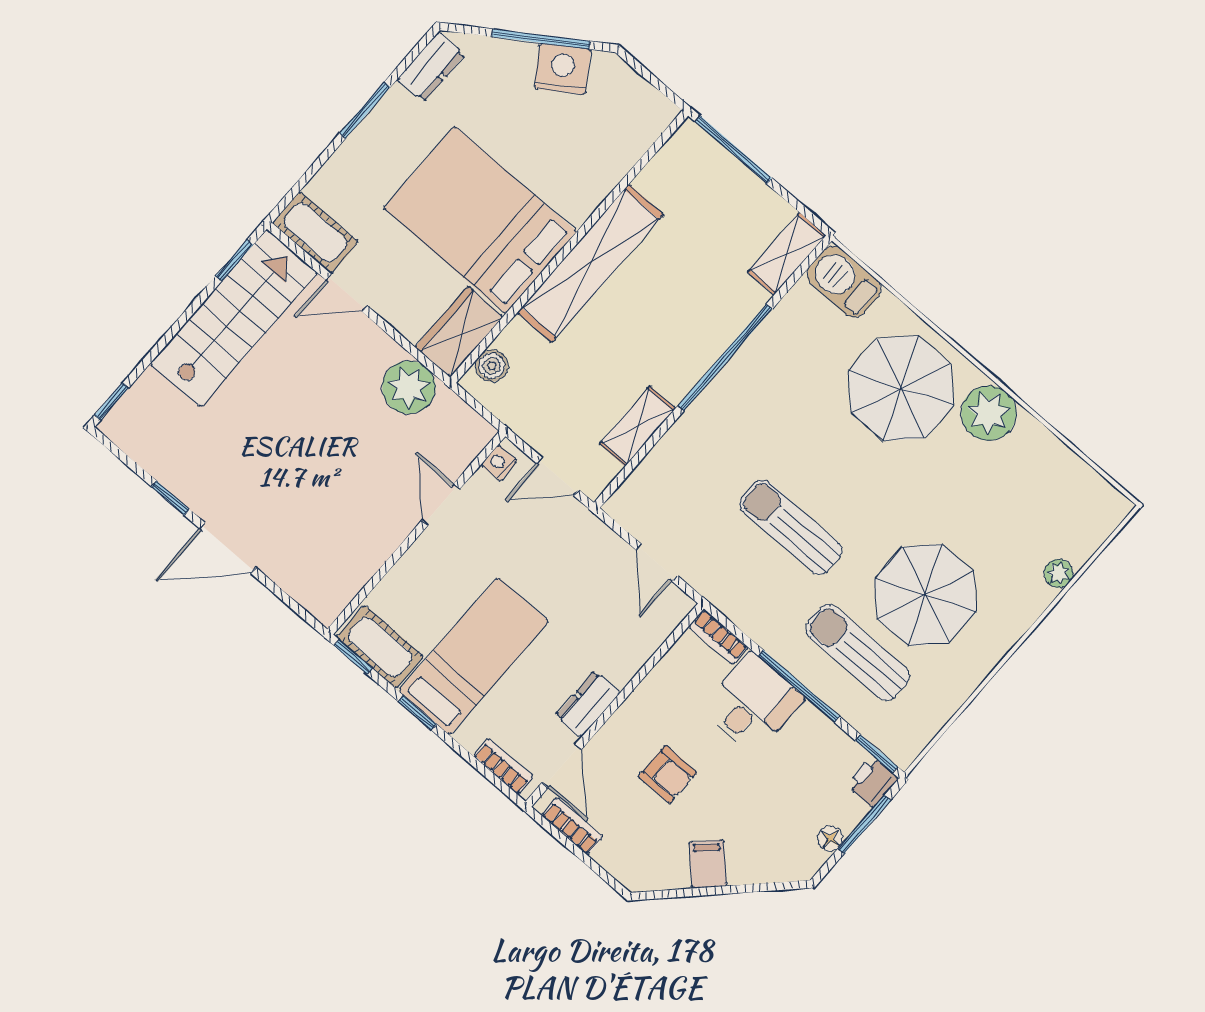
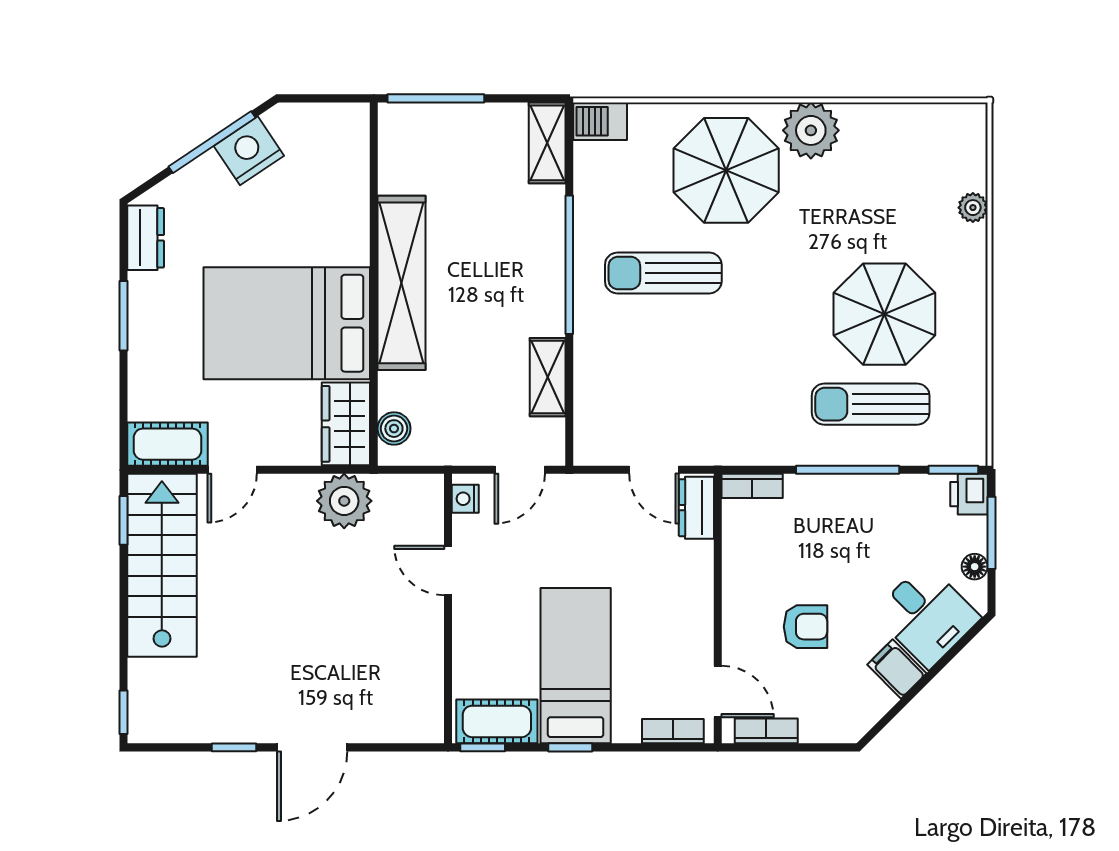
barbecue: (844, 282) -> (600, 121), width x0.73, depth x0.79
sun lounger: (791, 527) -> (663, 273), moved
dresser: (588, 704) -> (696, 508), moved
desk: (753, 704) -> (927, 615), moved, turned 135

